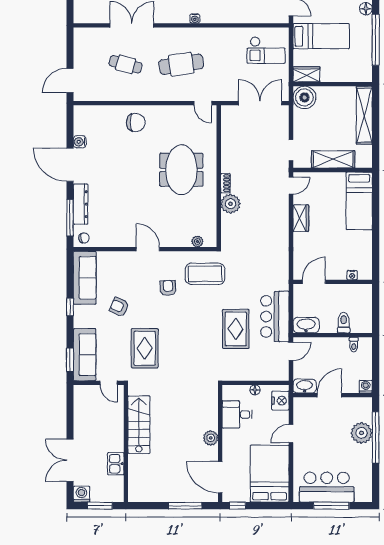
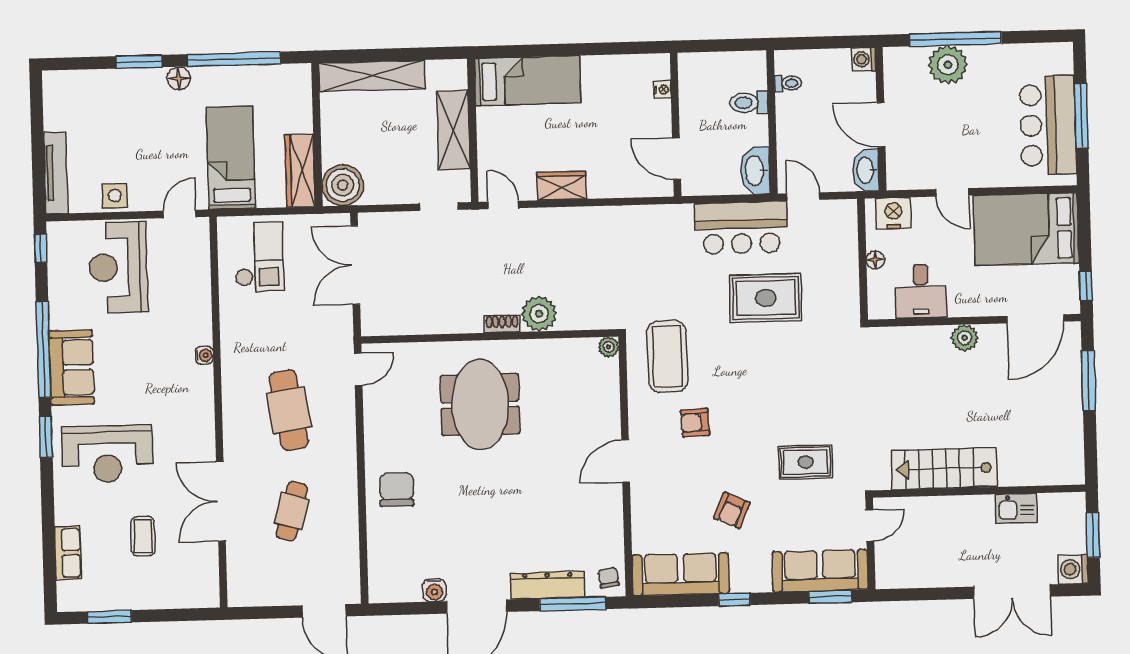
water cooler: (195, 18) -> (204, 355), moved
wardrobe: (306, 74) -> (300, 171), width x1.50
meeting table: (181, 170) -> (480, 405), turned 90
plant: (197, 242) -> (609, 347), moved
rug: (145, 348) -> (805, 462), width x0.73, depth x0.70

